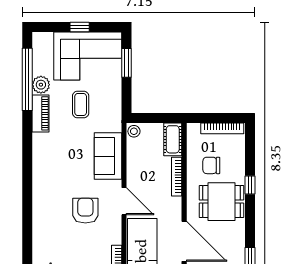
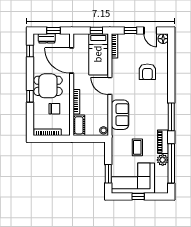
window: (27, 153) -> (171, 117), added
armchair: (85, 211) -> (147, 72), moved

